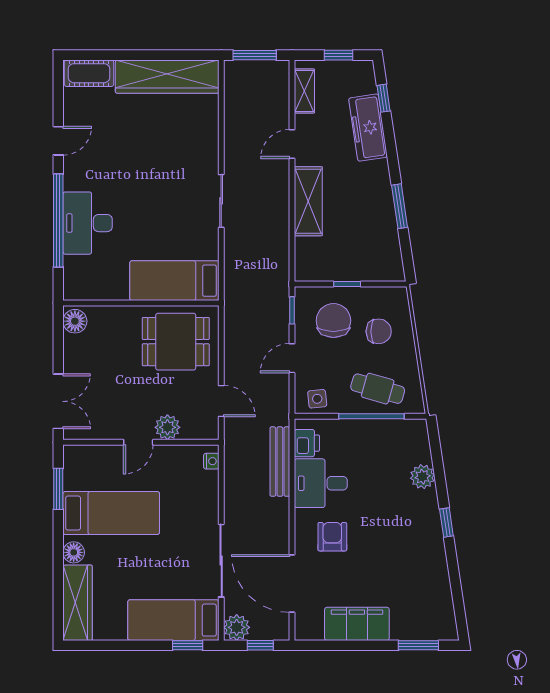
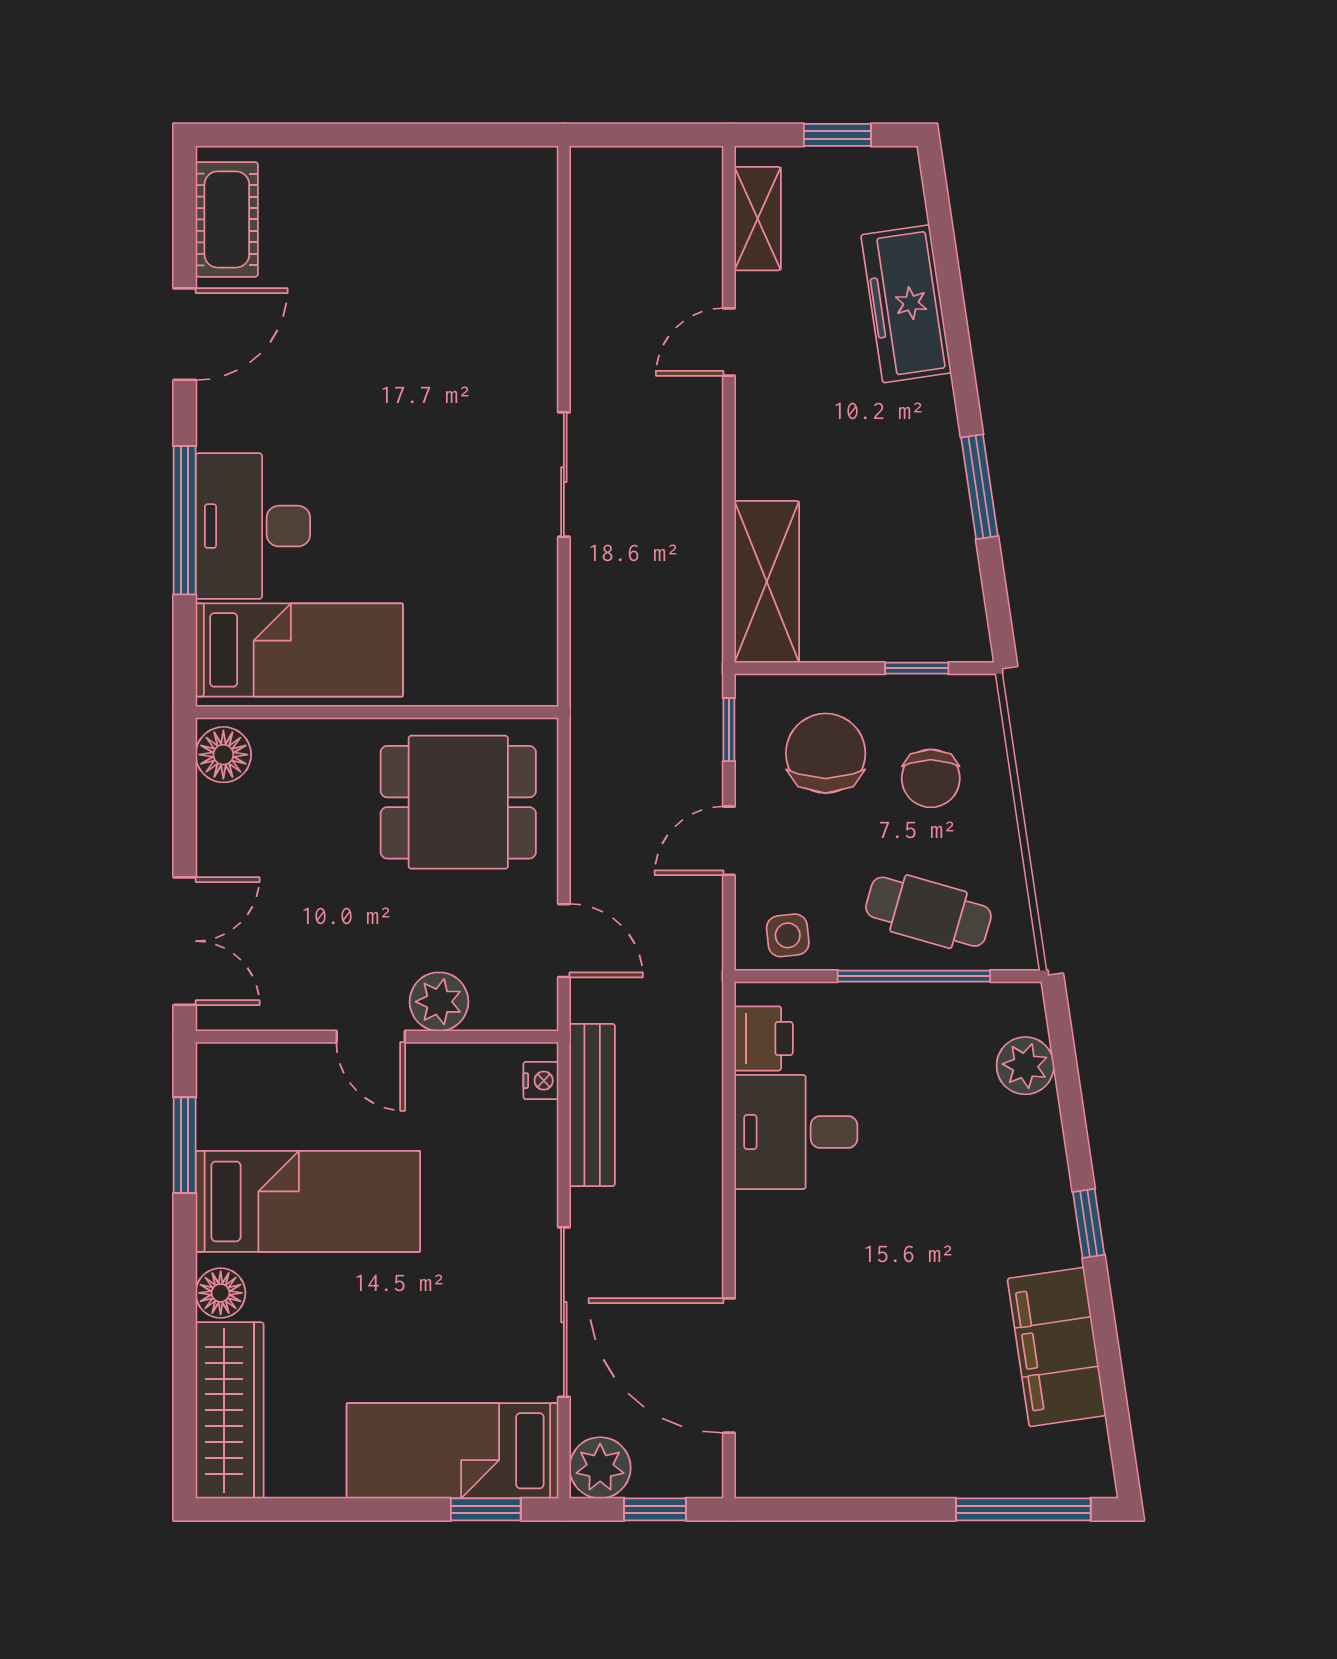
window: (255, 55) -> (642, 135), removed
cot: (89, 73) -> (227, 219), moved, turned 90
wardrobe: (167, 77) -> (438, 185), removed
window: (384, 98) -> (942, 235), removed
door: (58, 141) -> (185, 334), width x1.38
shelving: (308, 201) -> (767, 582), moved
window: (58, 221) -> (185, 520), width x0.68
bed: (174, 281) -> (299, 650), moved, turned 180
window: (347, 284) -> (917, 668), moved
chair: (379, 331) -> (931, 778), turned 90
door: (138, 442) -> (371, 1037), hinge flipped
bench: (280, 462) -> (592, 1105), moved
plant: (422, 477) -> (1025, 1066), moved
armchair: (332, 537) -> (823, 1257), removed
filing cabinet: (357, 624) -> (1057, 1347), moved, turned -98
window: (418, 645) -> (1023, 1509), width x1.44

